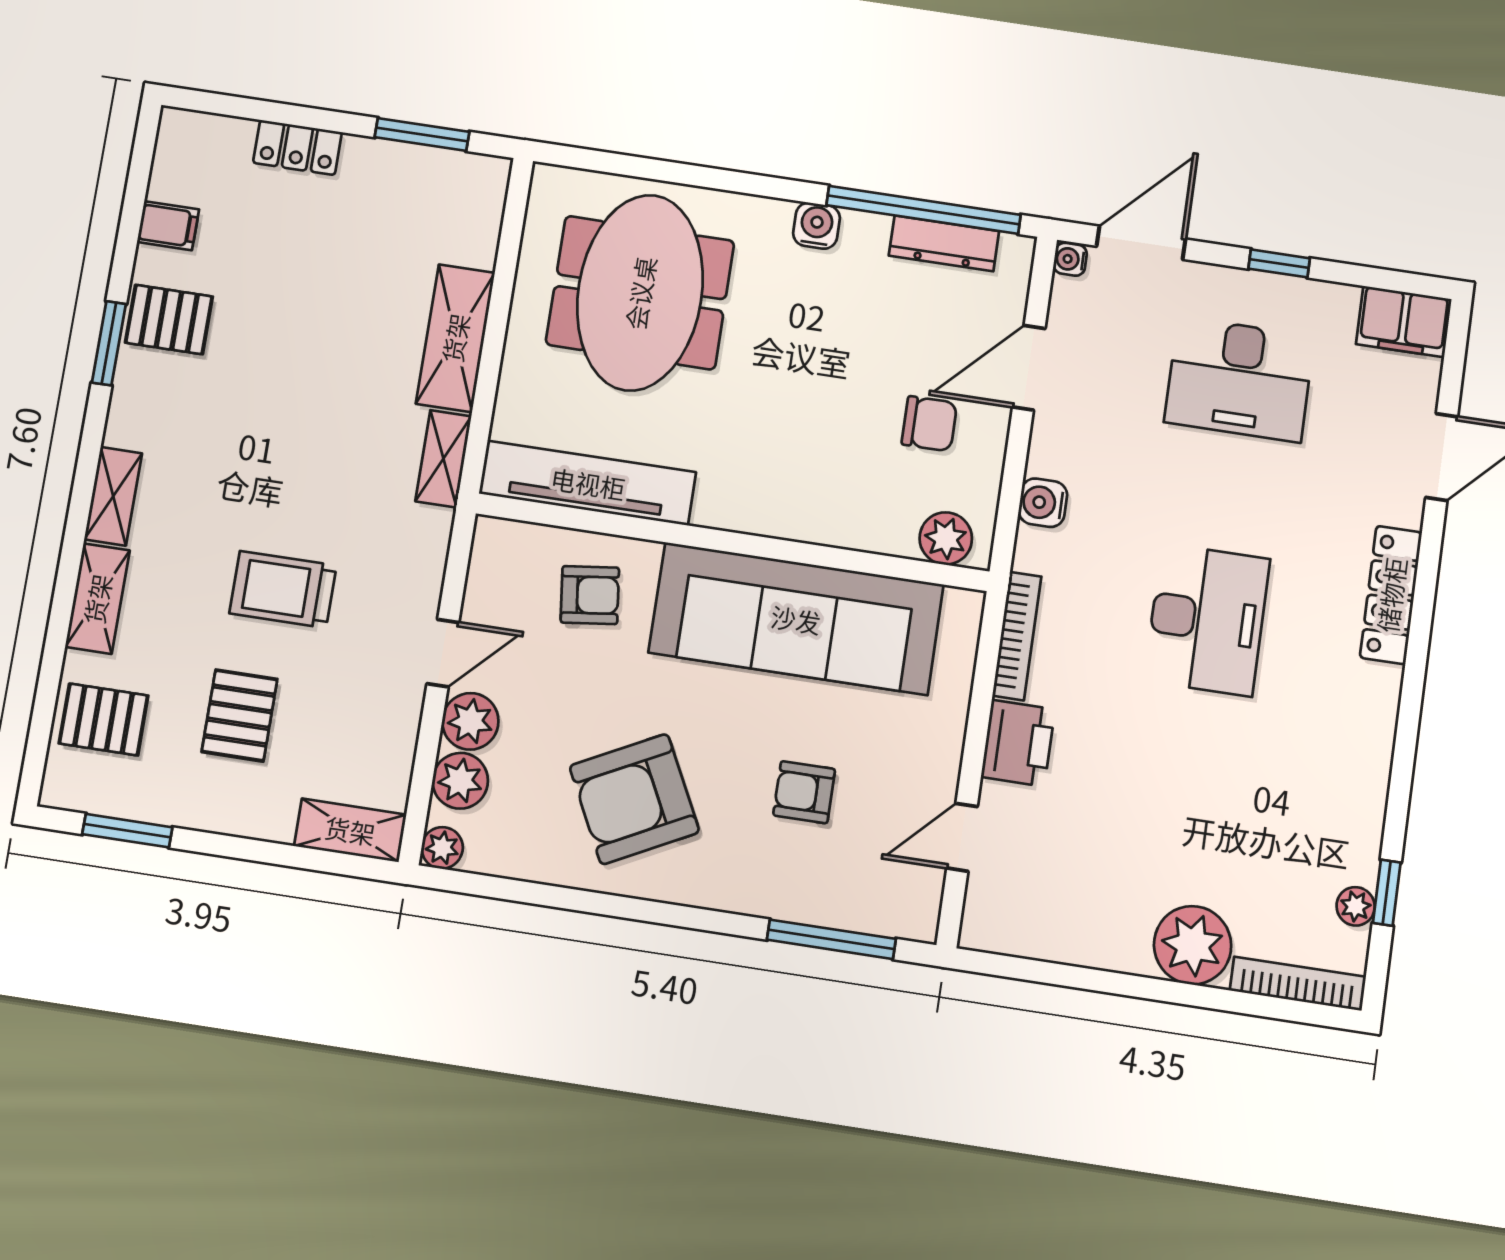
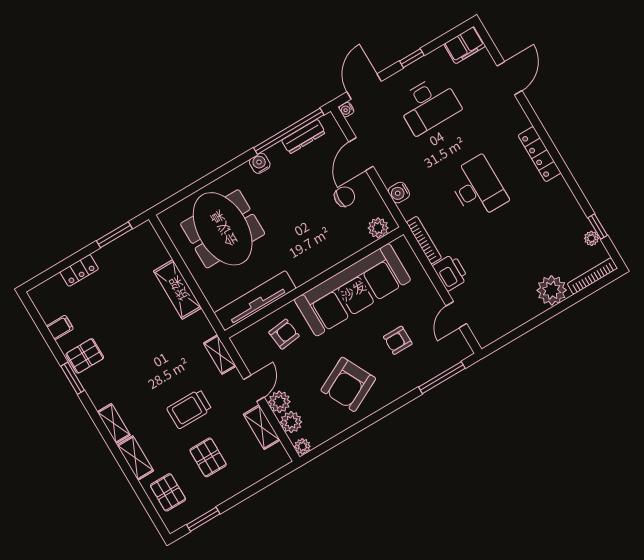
shelving: (443, 459) -> (220, 355), moved
locker: (1391, 595) -> (540, 154), moved
pallet: (104, 719) -> (168, 492), turned 90
shelving: (350, 830) -> (262, 427), moved, turned 90

